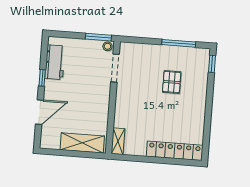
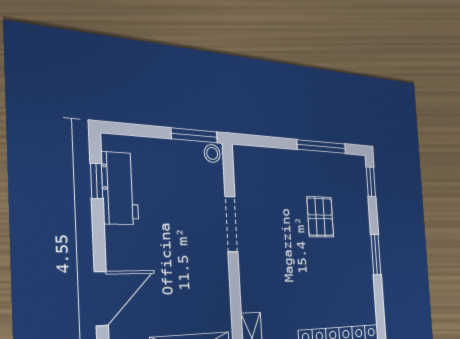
doorway: (115, 68) -> (231, 224), moved
window: (42, 78) -> (97, 181), moved
window: (209, 106) -> (376, 254), added

